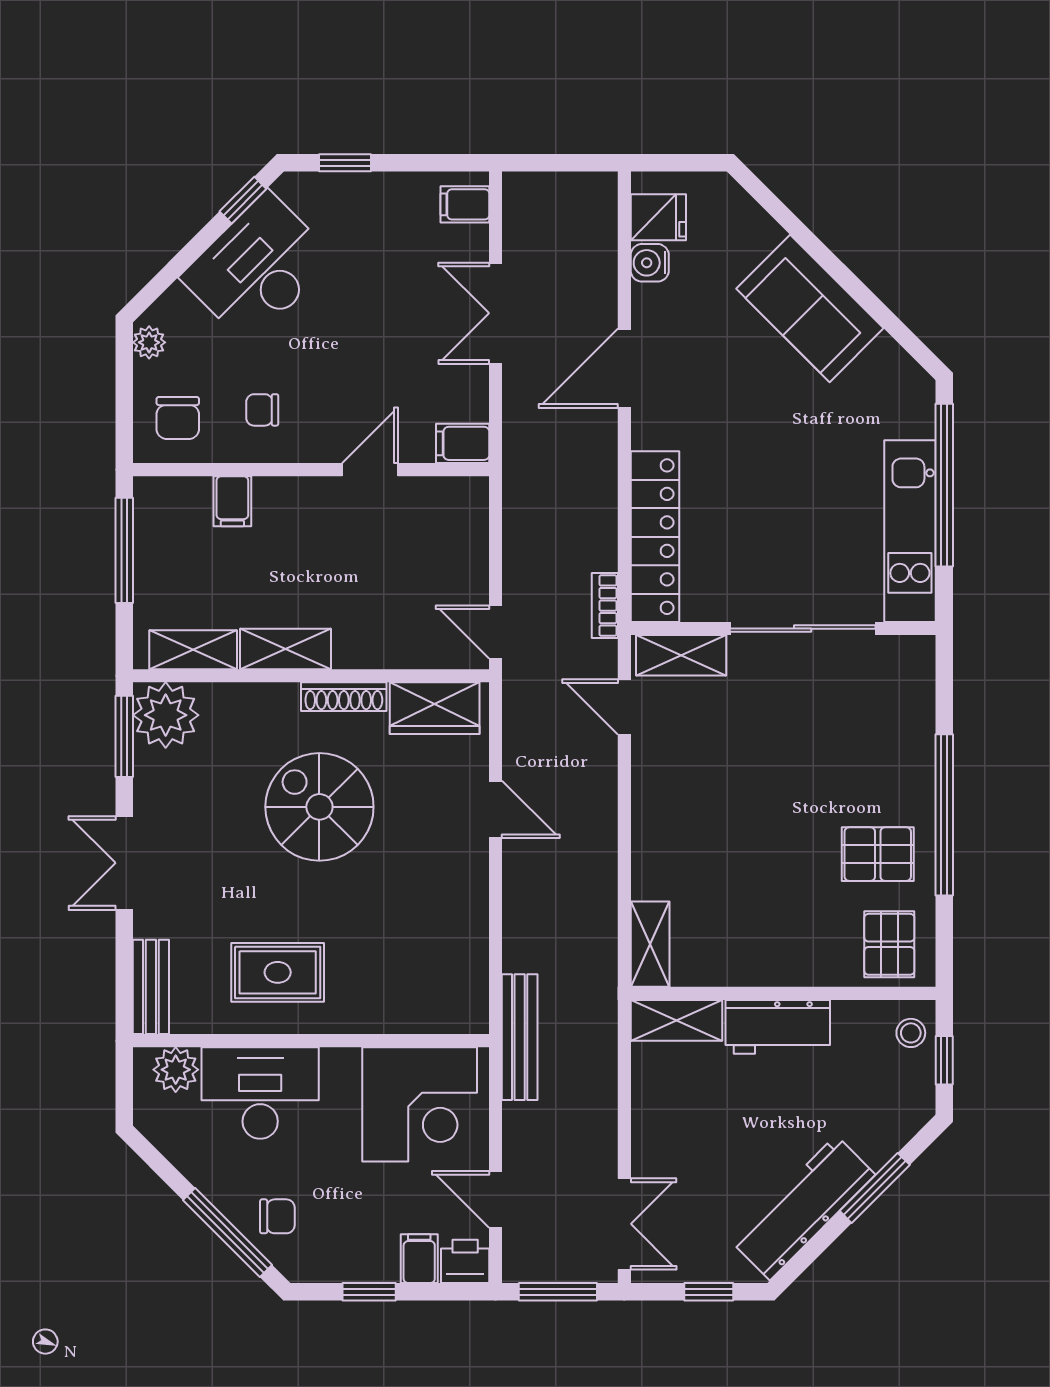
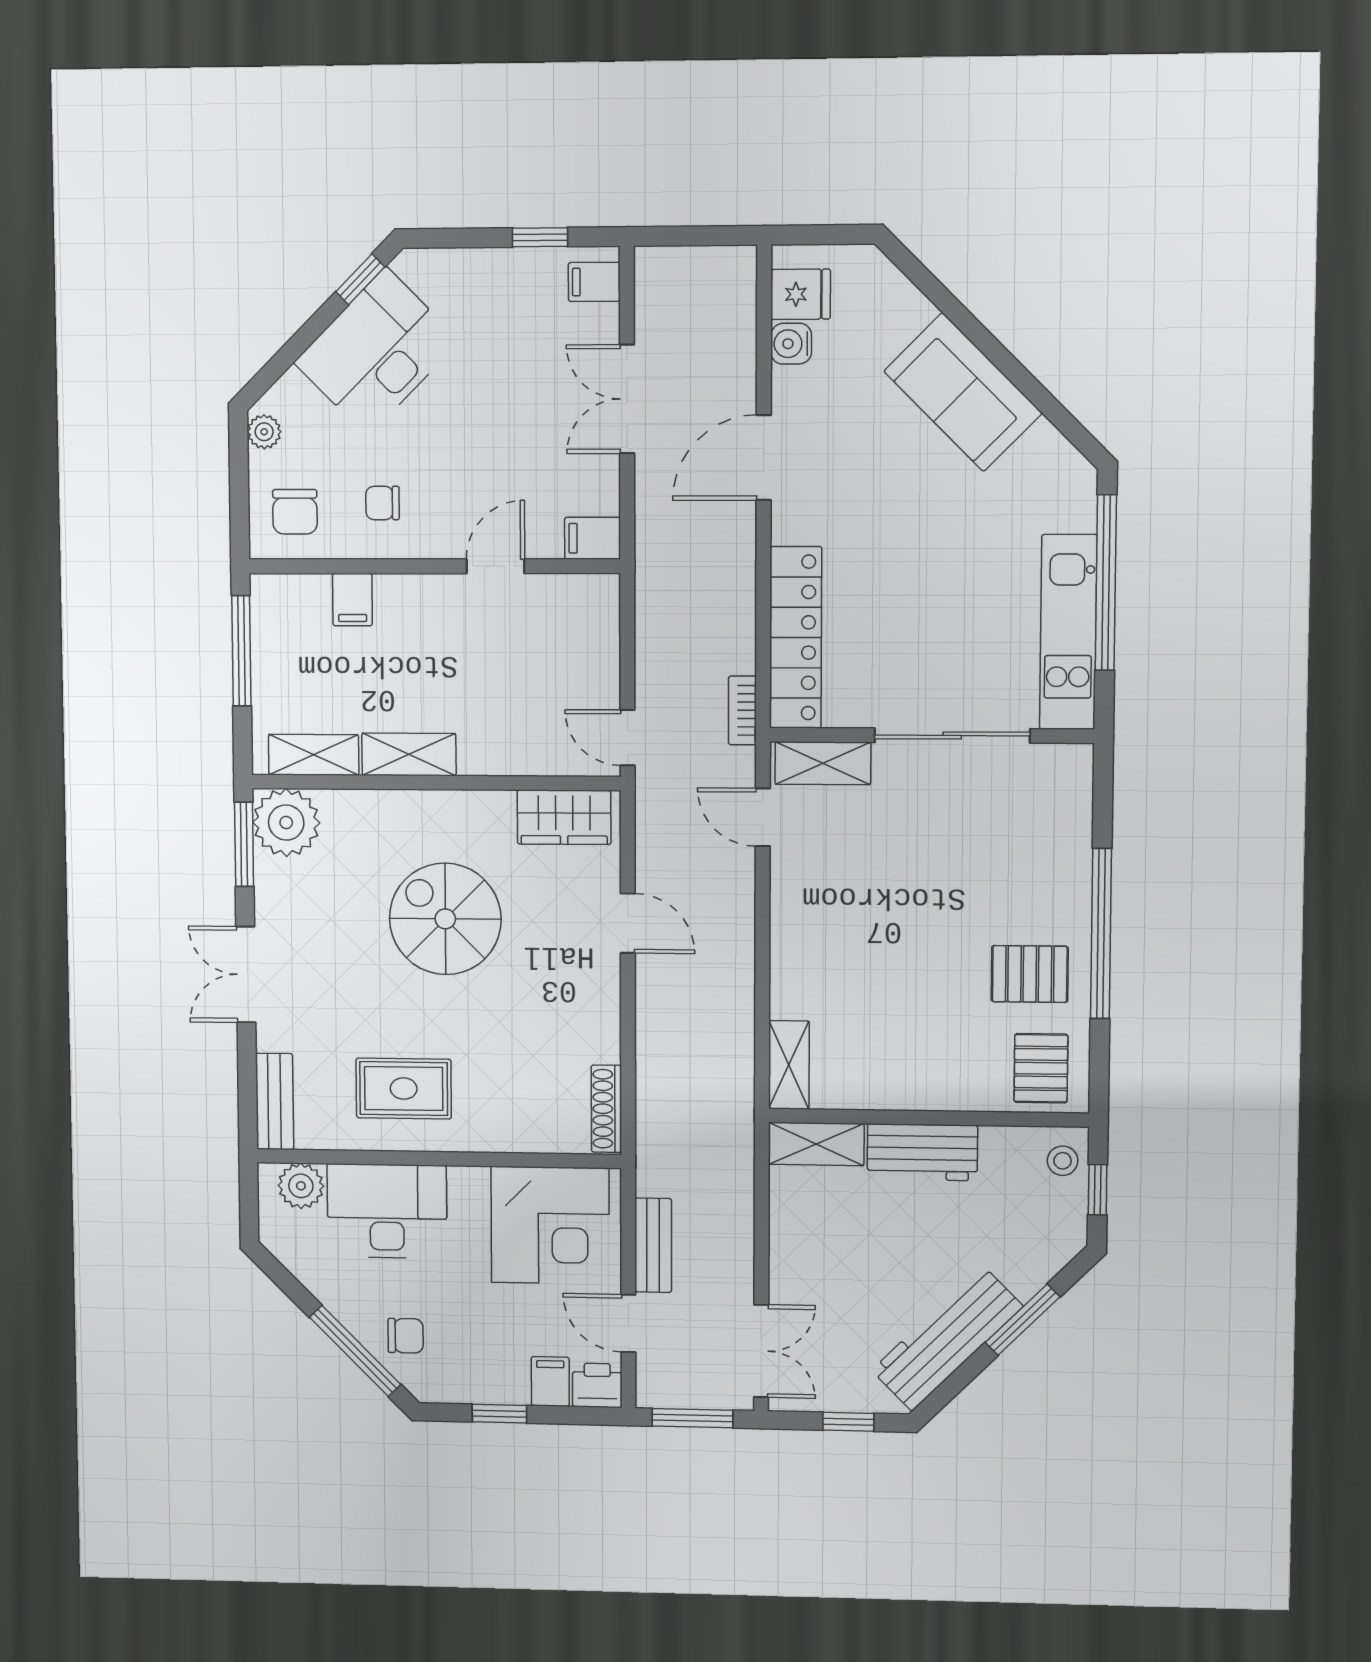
window: (345, 163) -> (540, 237), moved
shoe rack: (344, 697) -> (606, 1109), moved, turned 90
bench: (520, 1037) -> (653, 1245), moved, width x0.73

